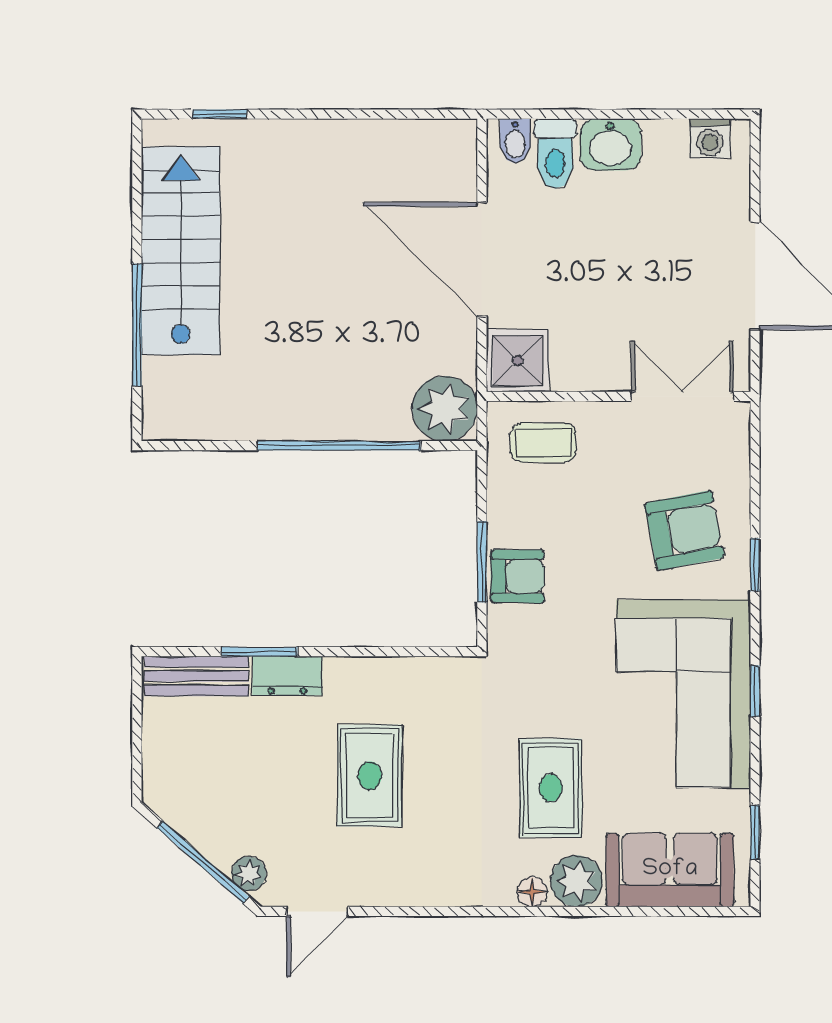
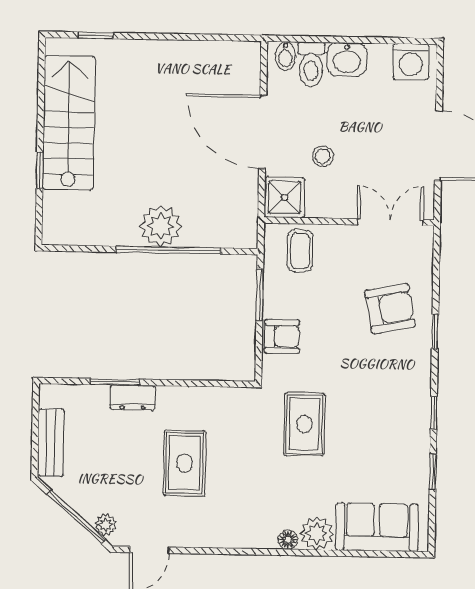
washing machine: (710, 139) -> (411, 62), width x1.38, depth x1.38
stool: (576, 295) -> (323, 156), added
window: (137, 325) -> (40, 170), width x0.46
plant: (445, 408) -> (161, 226), moved
coffee table: (543, 443) -> (300, 251), turned 90
window: (482, 562) -> (260, 295), moved
bench: (196, 676) -> (51, 442), moved, turned 90
corner sofa: (683, 694) -> (388, 414), removed
rug: (551, 788) -> (304, 424), moved
window: (755, 832) -> (433, 472), moved

